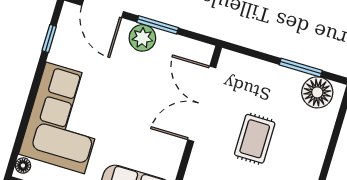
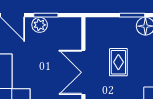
double door: (202, 104) -> (83, 72), moved

